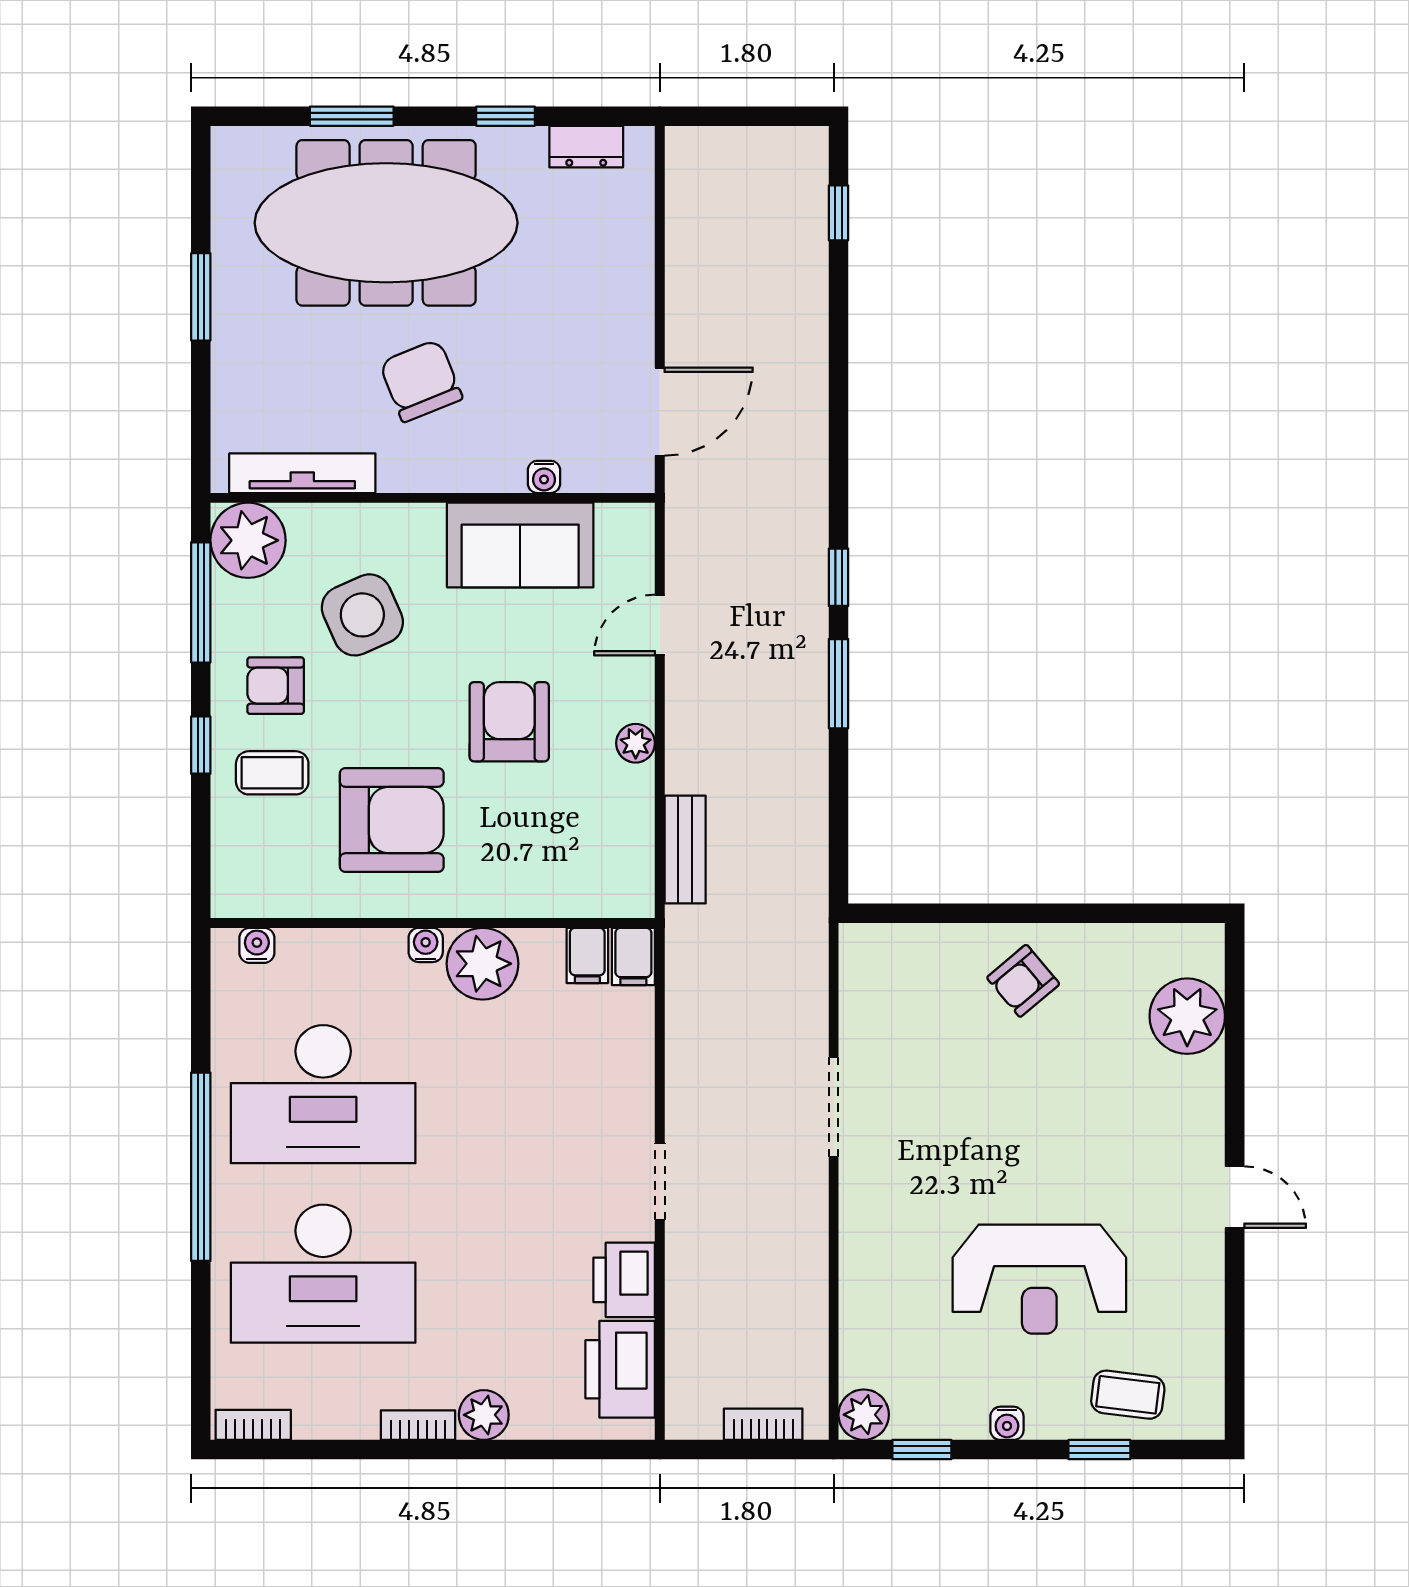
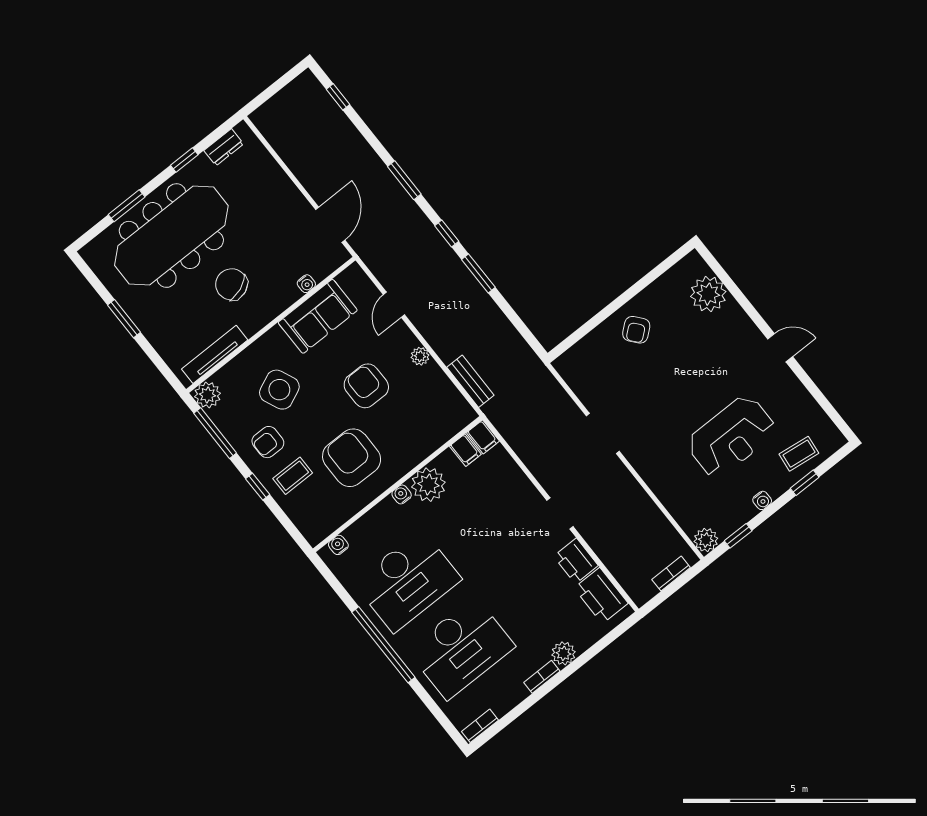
window: (838, 435) -> (404, 180), added
plant: (248, 540) -> (208, 395), width x0.73, depth x0.73
armchair: (392, 820) -> (352, 458), turned -90

